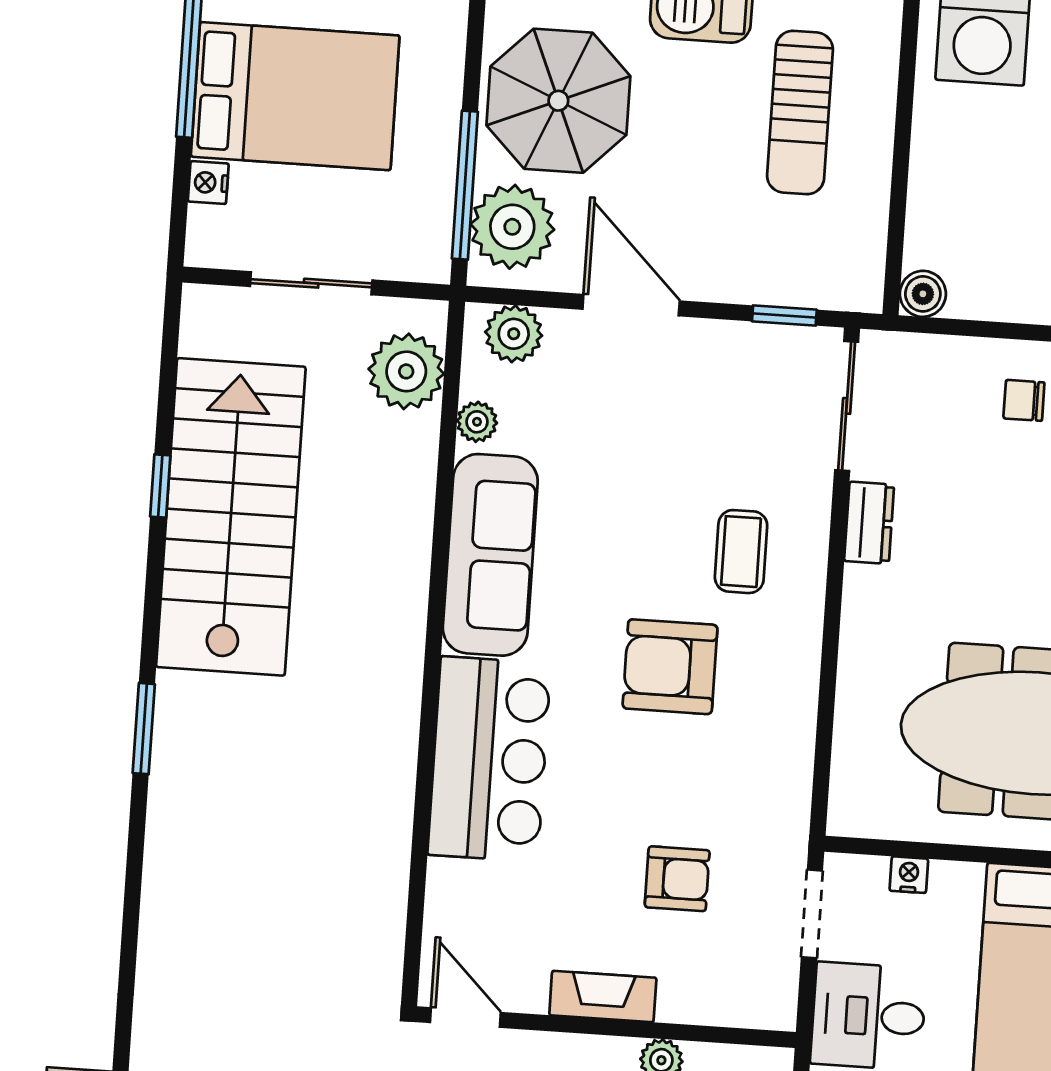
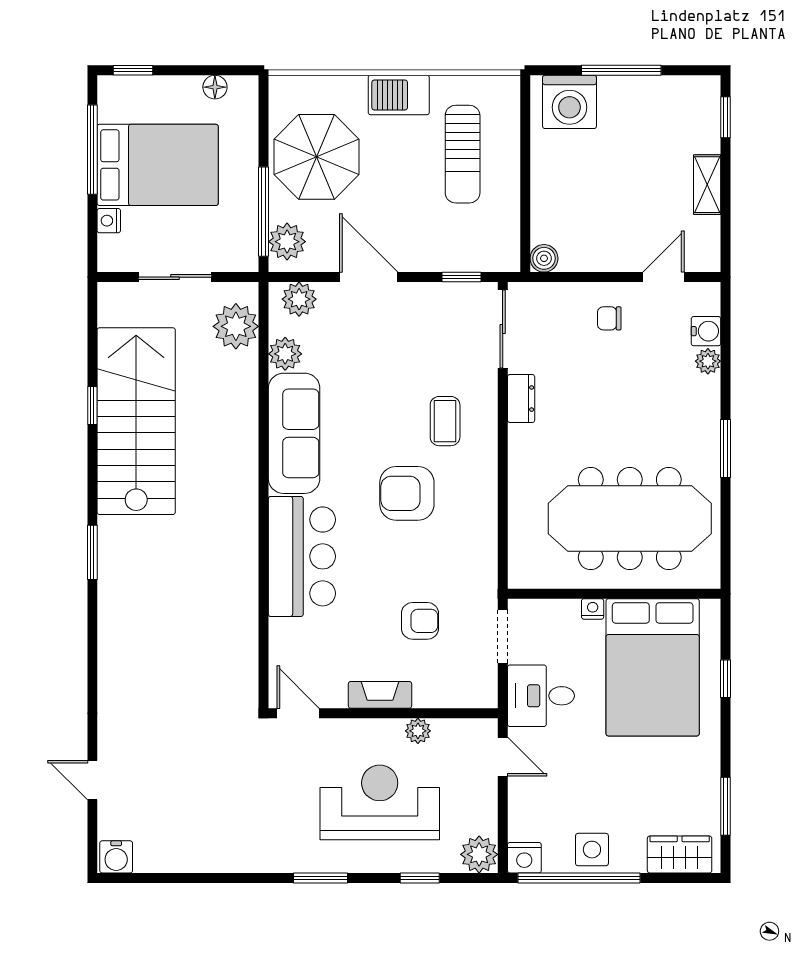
plant: (512, 227) -> (287, 242), width x0.73, depth x0.73
plant: (477, 422) -> (285, 354), width x1.38, depth x1.38
nightstand: (909, 875) -> (593, 609), moved

